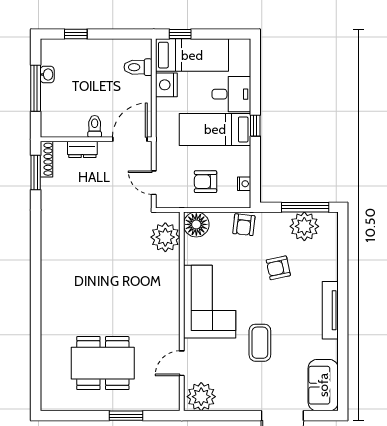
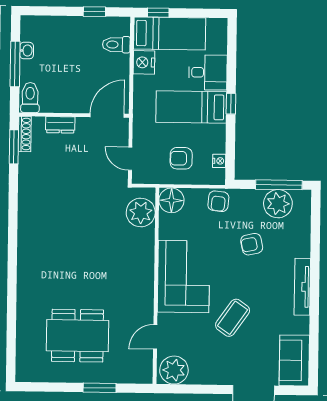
window: (76, 34) -> (94, 12), moved
toilet: (95, 126) -> (30, 98), moved, width x1.37, depth x1.39
coffee table: (260, 343) -> (233, 318), turned 35

